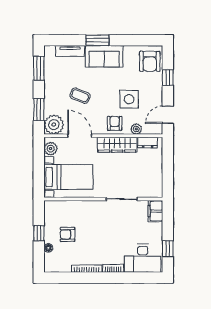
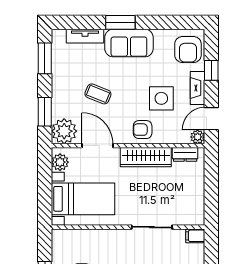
fireplace: (157, 91) -> (197, 88), added
armchair: (115, 123) -> (143, 130), turned -90
plant: (136, 129) -> (198, 137), moved
filing cabinet: (155, 211) -> (195, 236), width x0.50

